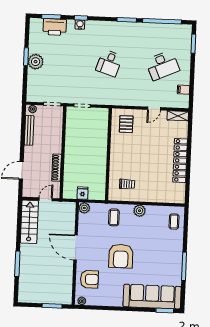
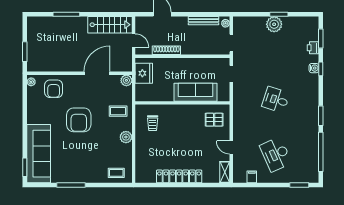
printer: (55, 27) -> (313, 48), width x0.53, depth x0.68
sofa: (99, 141) -> (196, 92), added
fridge: (83, 193) -> (144, 73), width x1.88, depth x1.34
door: (76, 248) -> (97, 73), moved
armchair: (121, 256) -> (79, 120), turned -90

